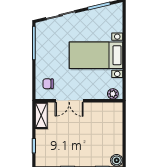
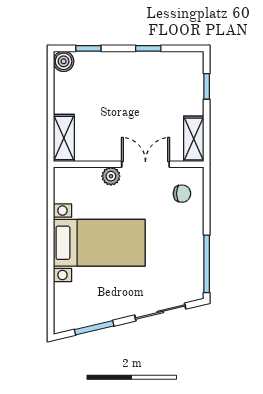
plant: (113, 94) -> (111, 176), moved
shelving: (116, 116) -> (64, 138), added

